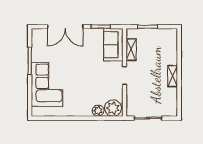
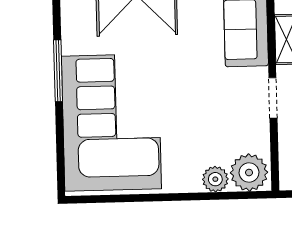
corner sofa: (47, 84) -> (111, 122), width x1.36, depth x1.36

